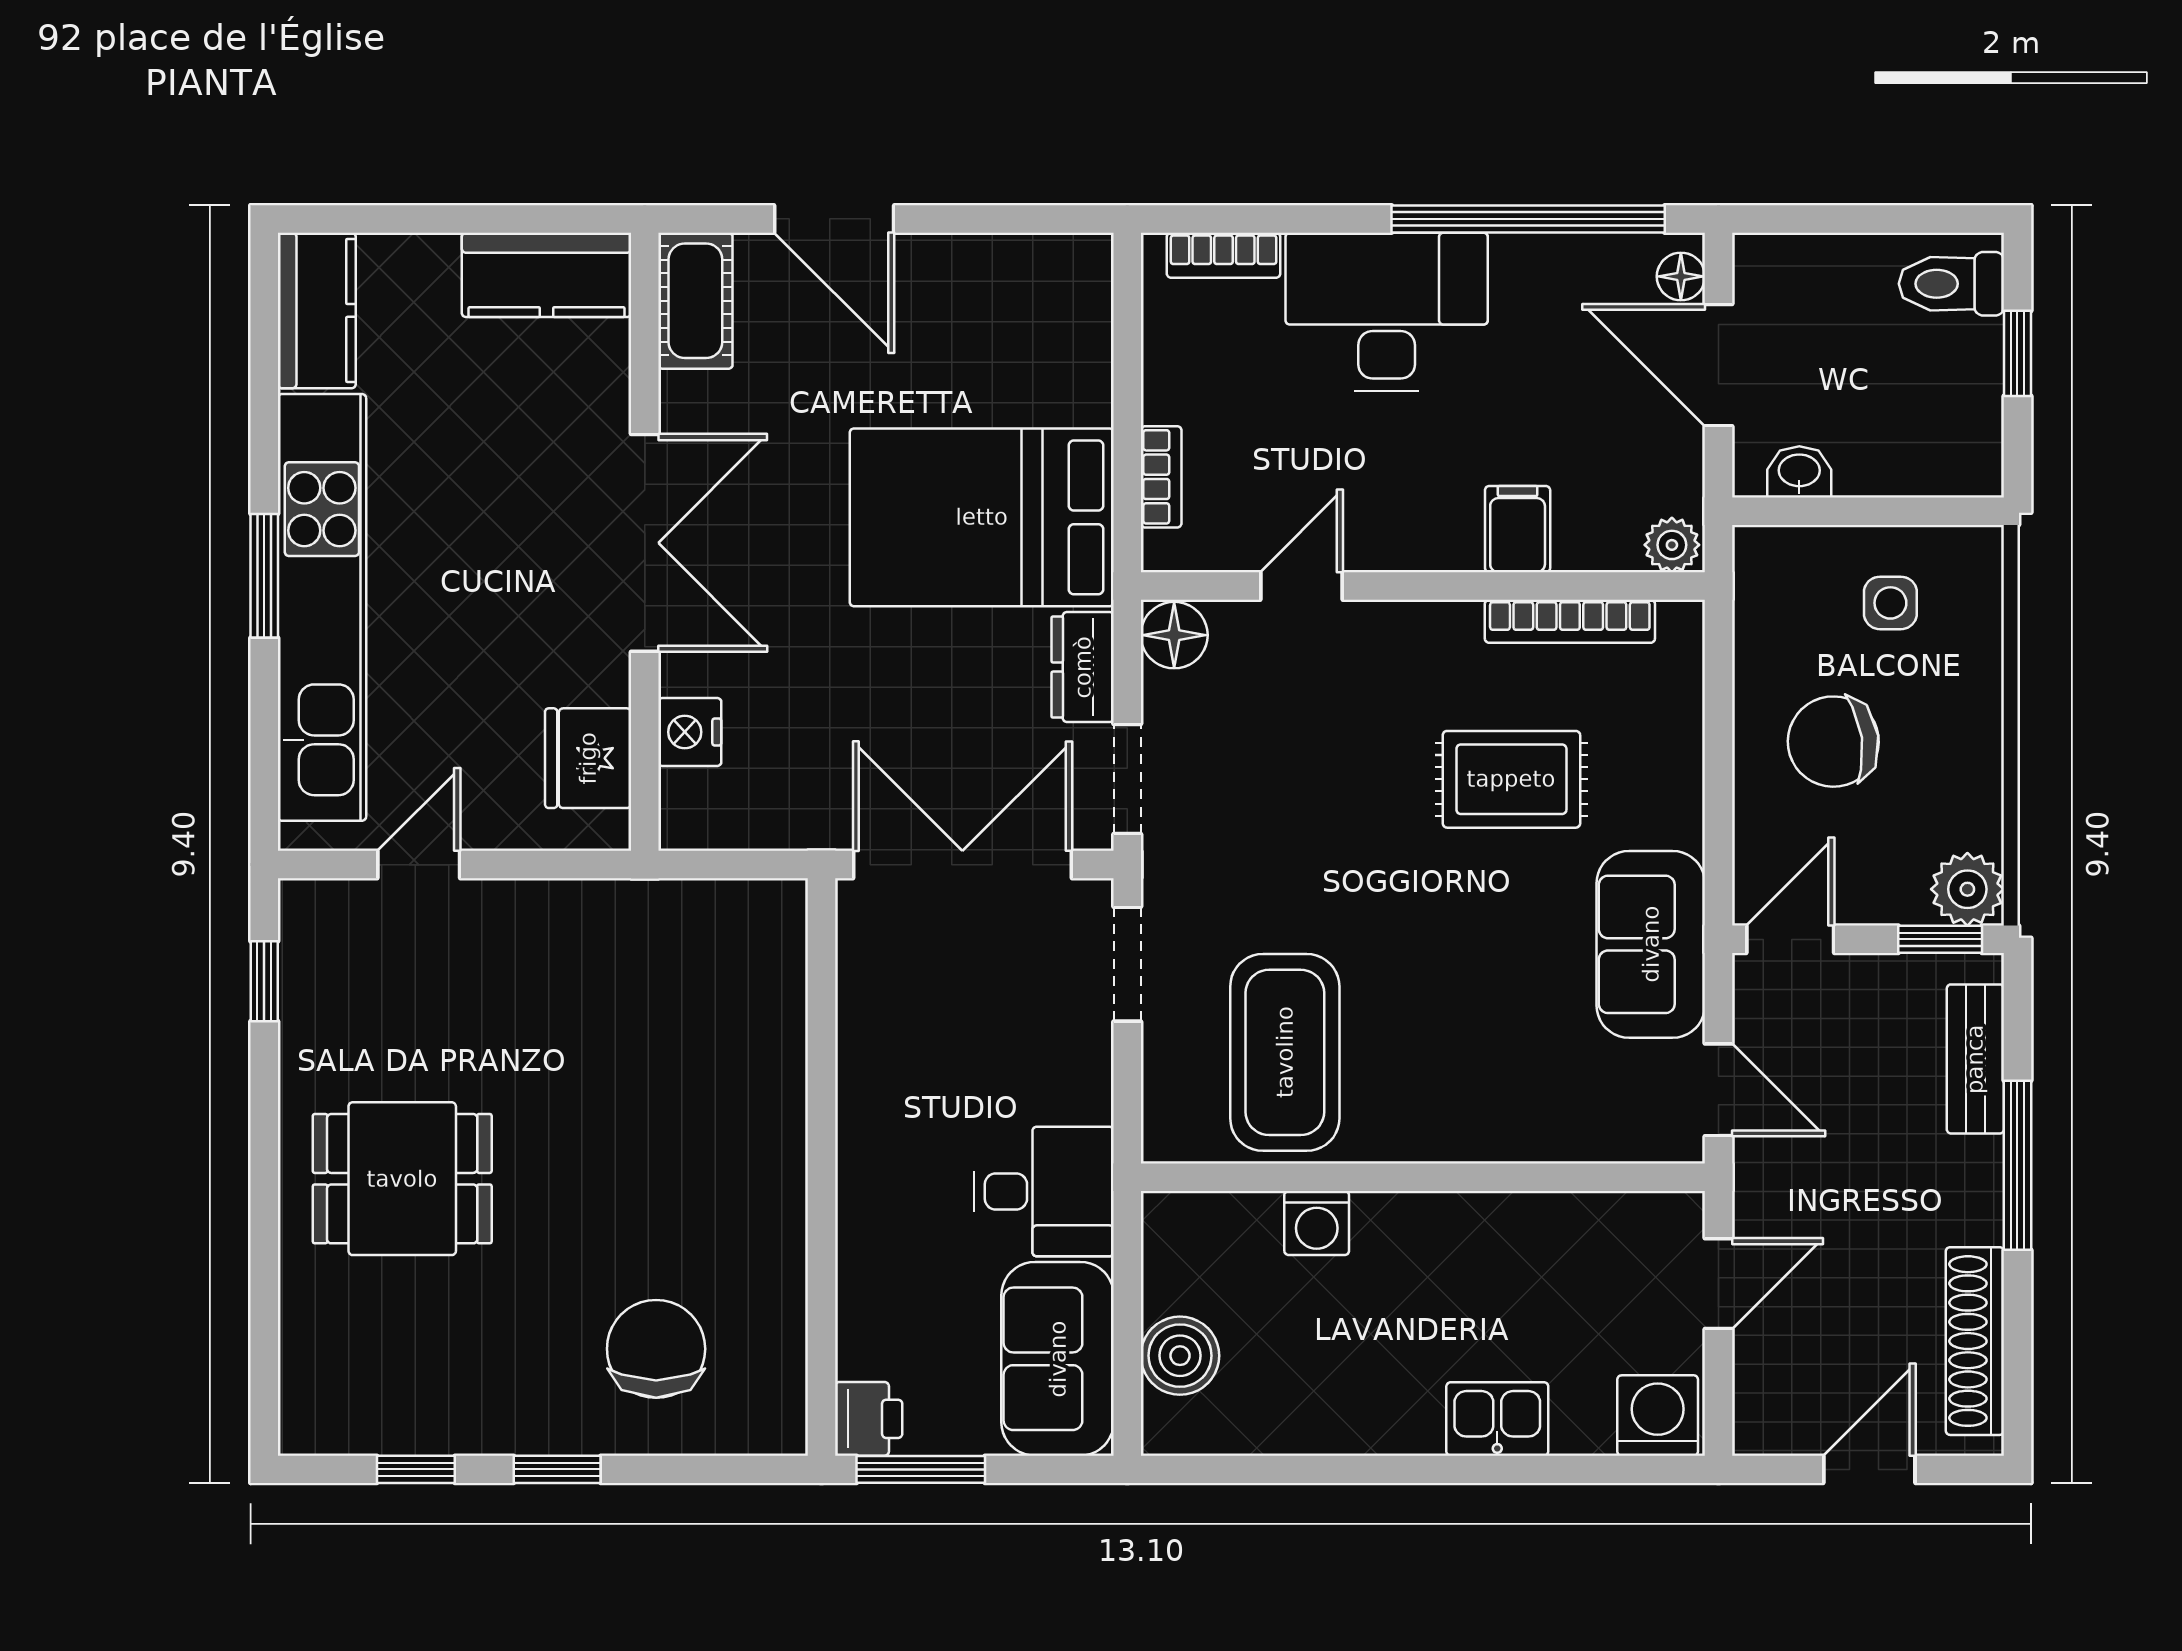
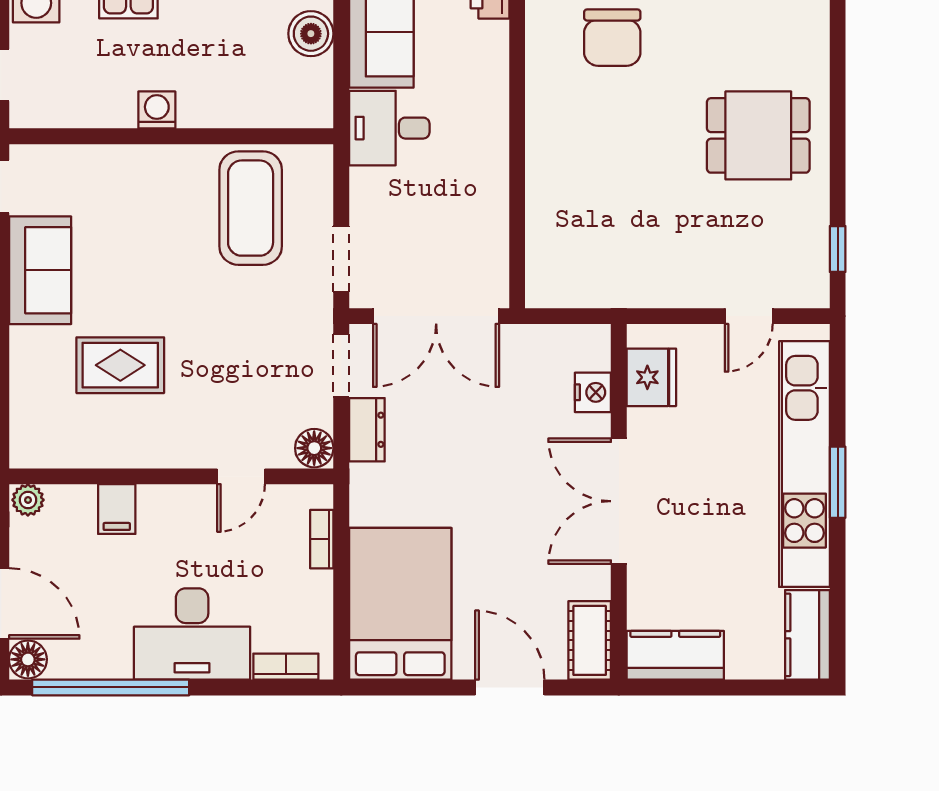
floor lamp: (1681, 276) -> (28, 659), width x1.37, depth x1.37
bed: (982, 517) -> (400, 604), moved, turned -90
bookcase: (1570, 621) -> (87, 456), removed
washing machine: (1317, 1223) -> (157, 110), moved

